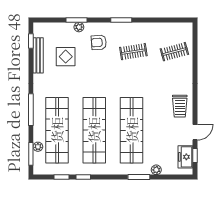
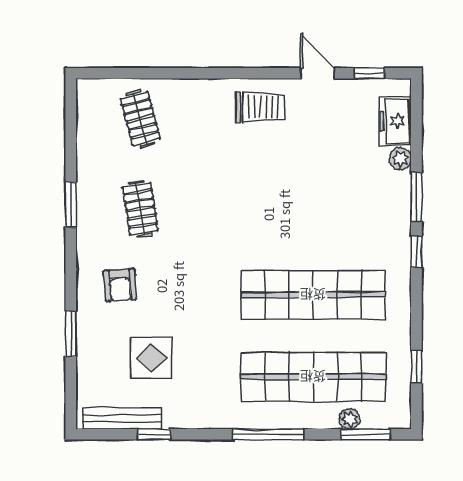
window: (121, 20) -> (71, 204), moved
plant: (79, 27) -> (86, 329), removed
window: (31, 41) -> (154, 434), moved
bench: (38, 55) -> (122, 418), moved
shop shelf: (132, 130) -> (313, 213), removed
freezer: (185, 157) -> (395, 121), moved, turned 90
window: (83, 177) -> (416, 252), moved

